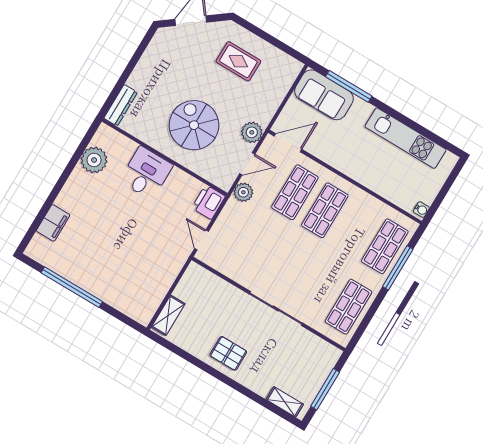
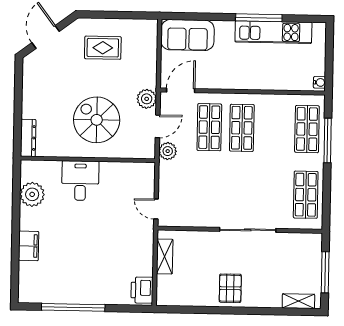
window: (349, 86) -> (259, 18), moved
printer: (209, 202) -> (142, 290), moved
filing cabinet: (53, 223) -> (29, 246), moved
shelving: (168, 315) -> (165, 257), moved
pallet: (228, 353) -> (230, 288), turned 90

